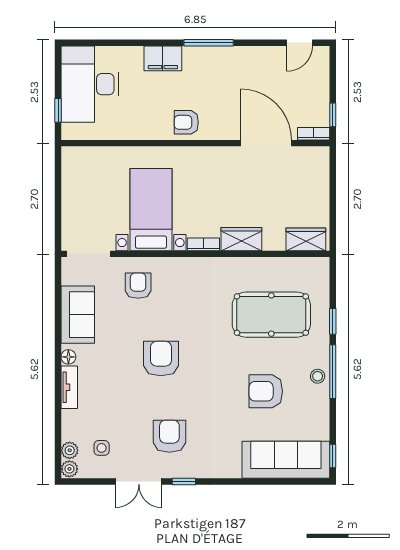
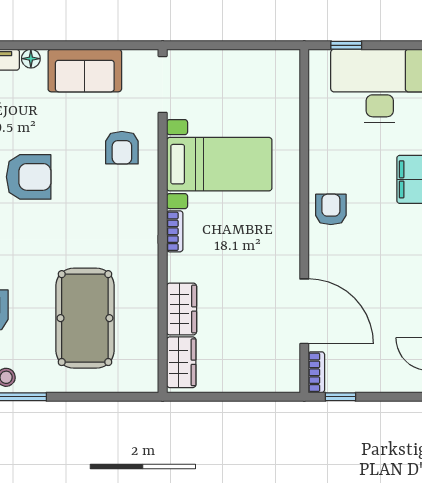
door: (266, 143) -> (304, 311), hinge flipped
wardrobe: (241, 239) -> (182, 309), moved
armchair: (138, 286) -> (122, 148), turned 90
window: (333, 321) -> (76, 397), removed

